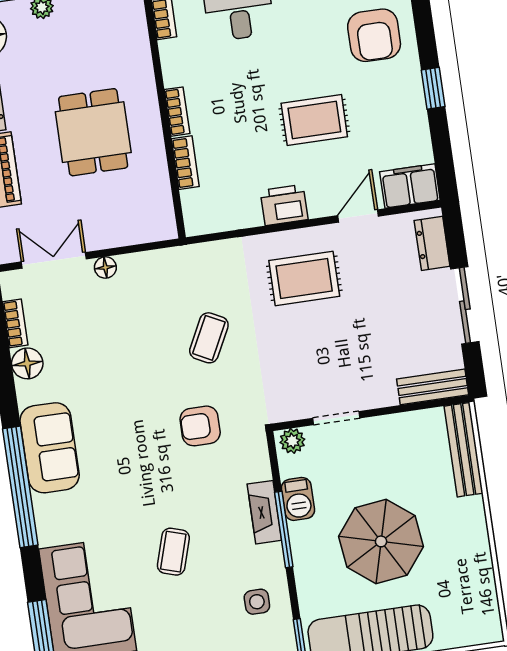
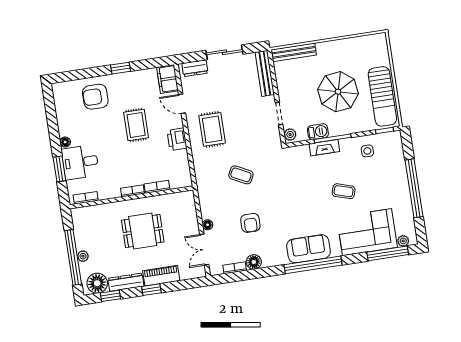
armchair: (374, 35) -> (95, 97), turned 180
bench: (433, 387) -> (265, 73), width x1.36
armchair: (200, 426) -> (250, 223), moved
sofa: (50, 448) -> (308, 249), moved

